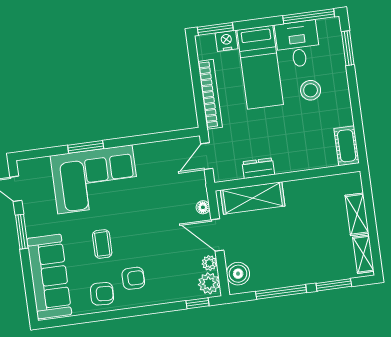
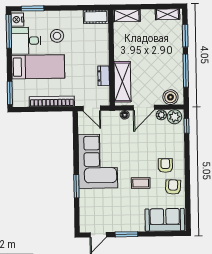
nightstand: (226, 41) -> (17, 20), moved
corner sofa: (95, 179) -> (98, 161), moved
shelving: (357, 214) -> (127, 16), moved
sofa: (49, 277) -> (165, 220), width x0.73

